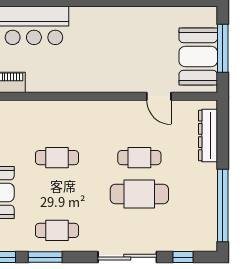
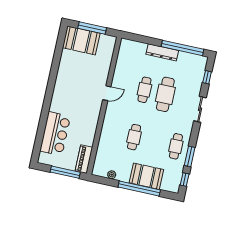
booth: (198, 56) -> (81, 40), moved
door: (159, 96) -> (107, 93), moved
dresser: (208, 135) -> (162, 52), moved
sliding door: (127, 257) -> (200, 109), width x0.73

